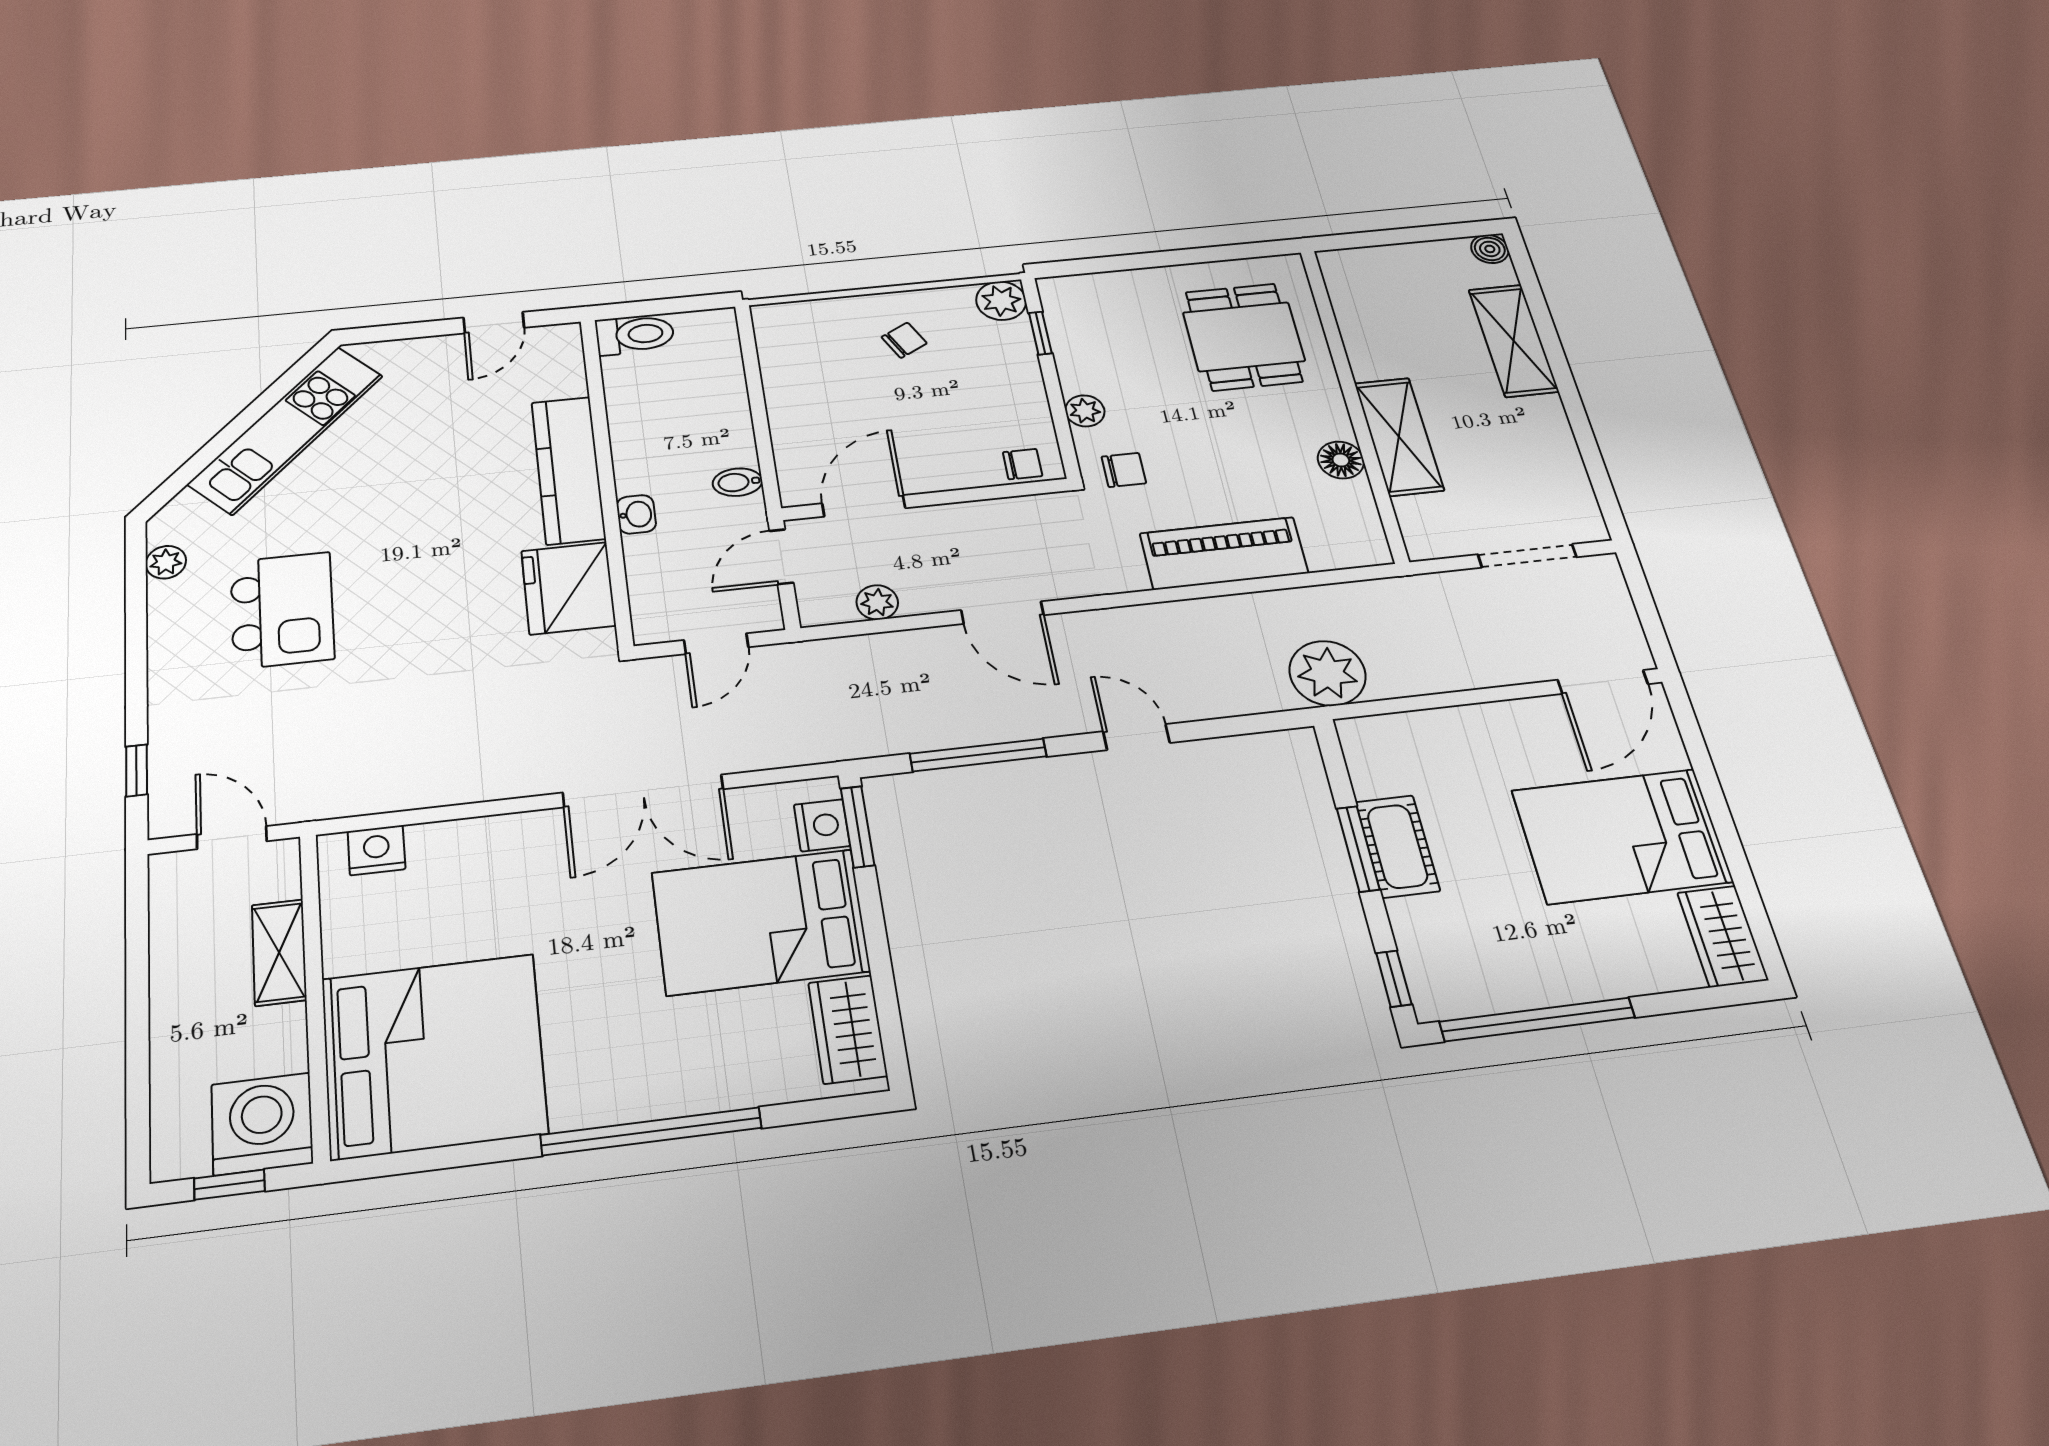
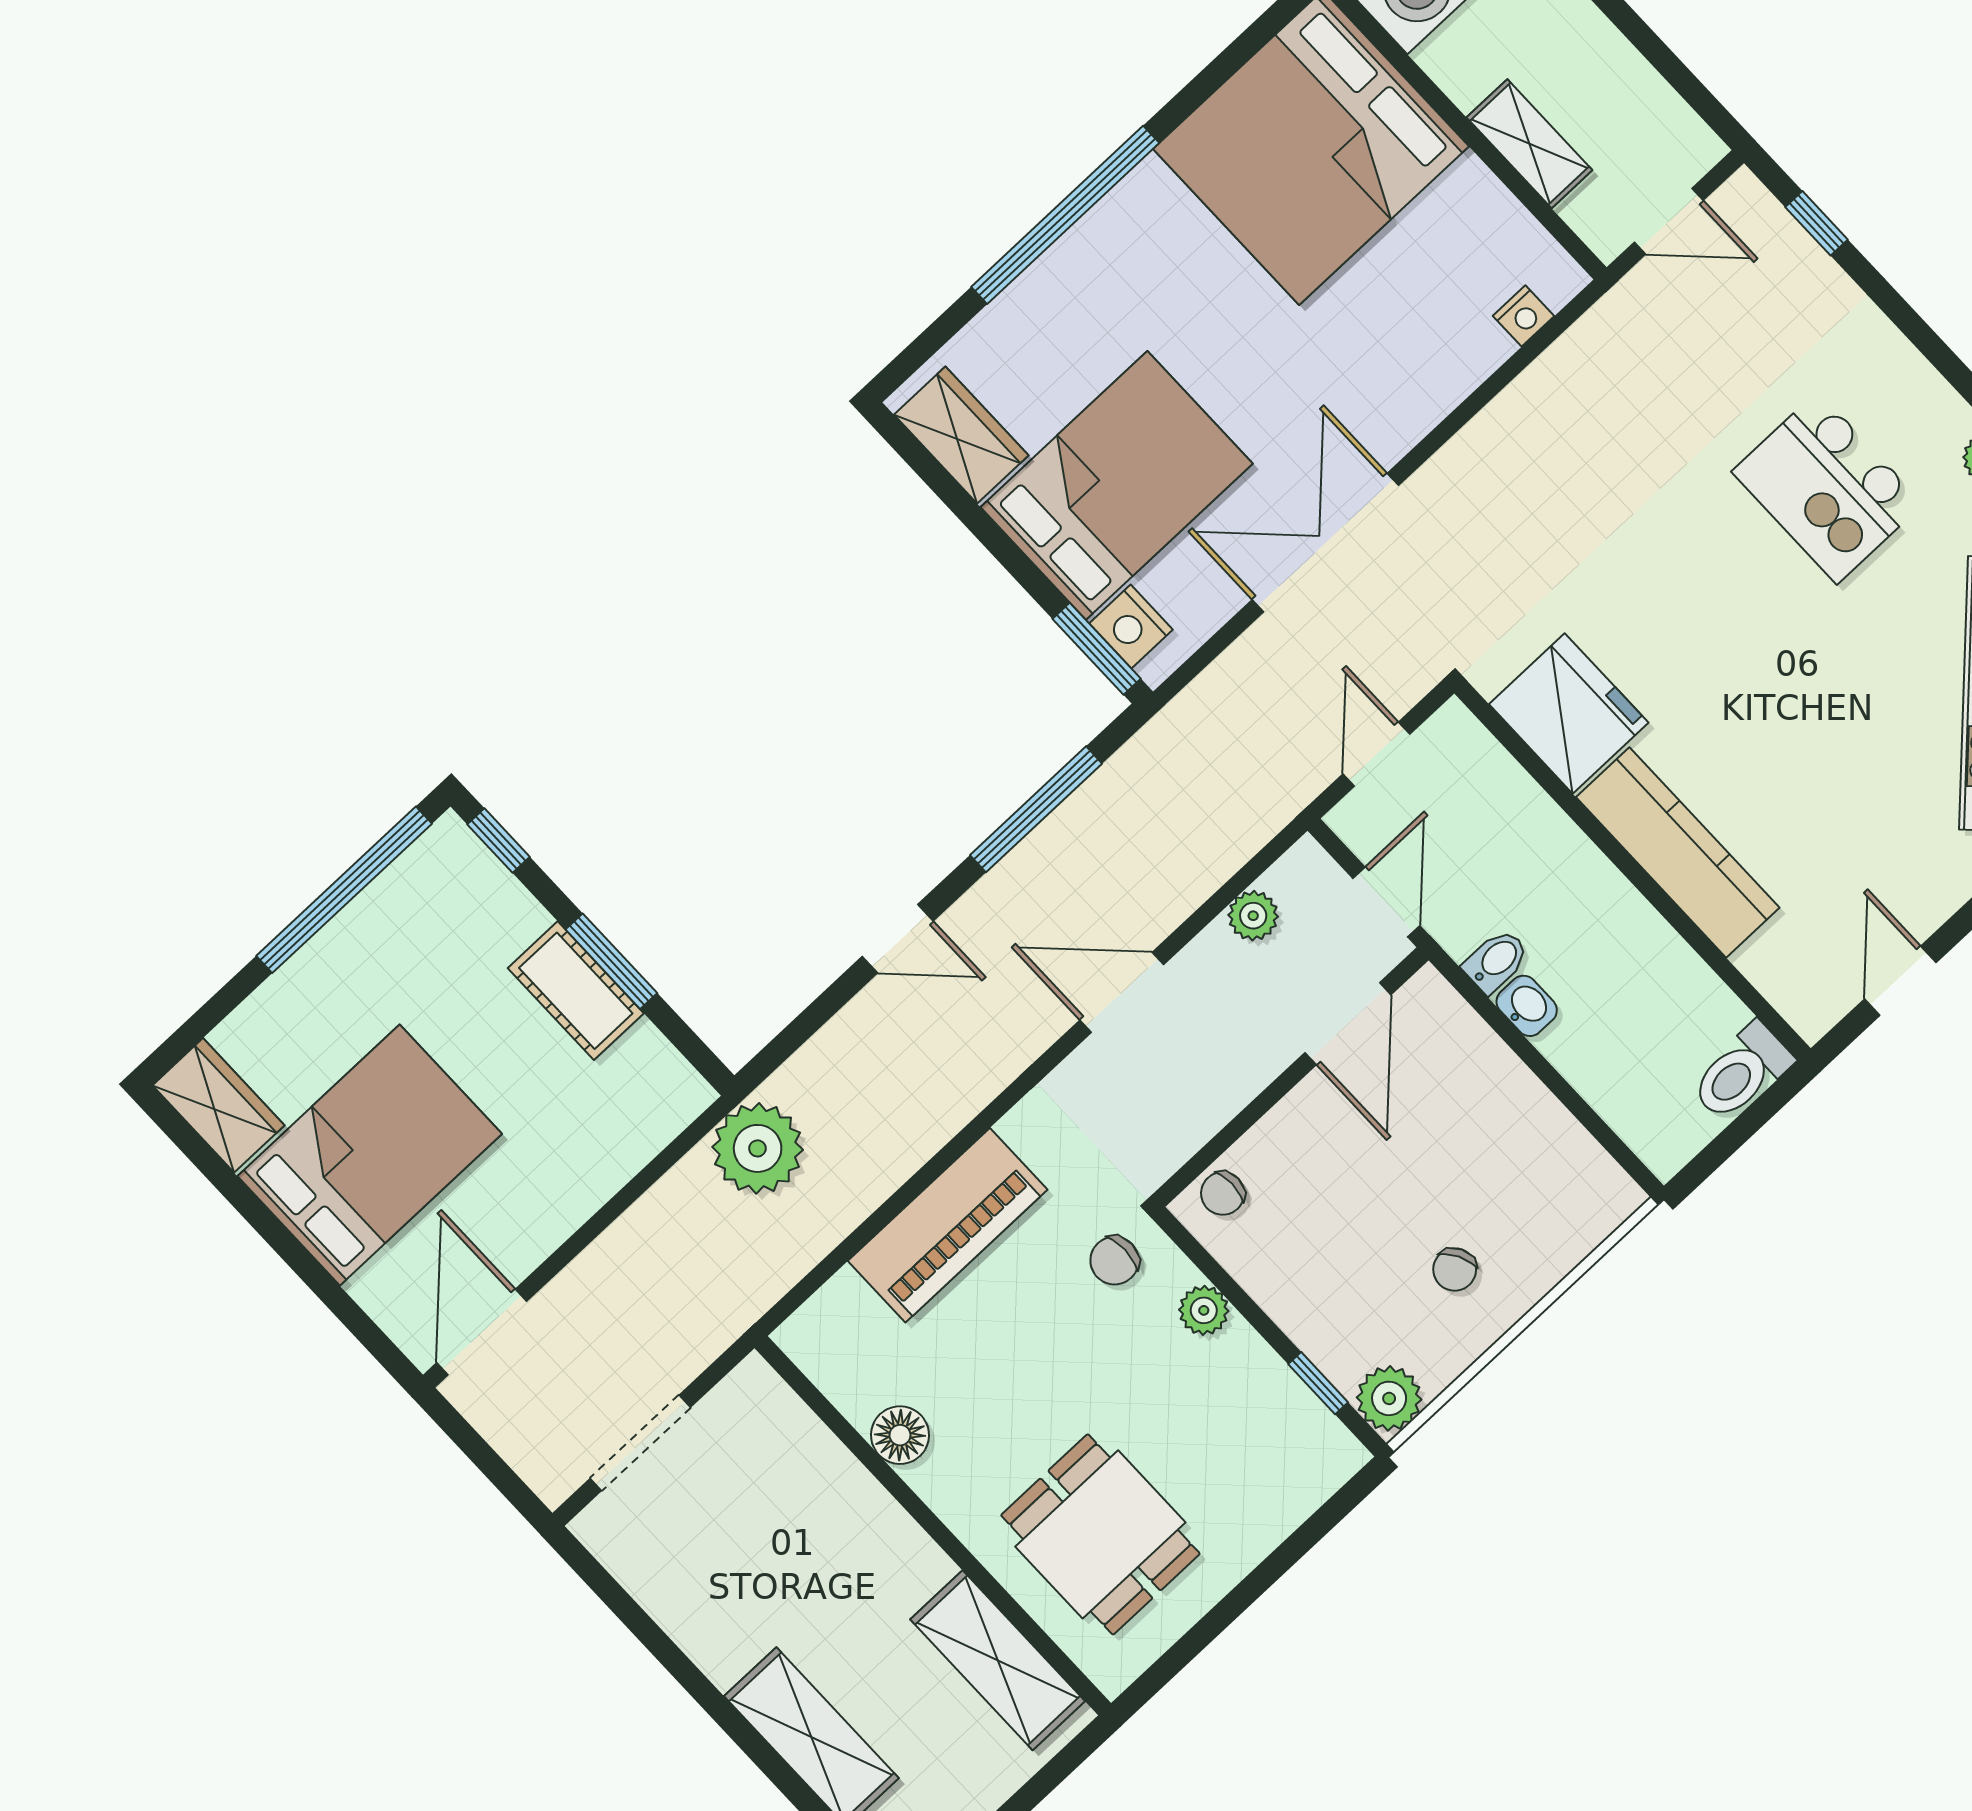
shelving: (1399, 437) -> (998, 1660), moved
washbasin: (636, 514) -> (1527, 1006), moved, turned 180
nightstand: (376, 850) -> (1524, 316), width x0.72, depth x0.74

